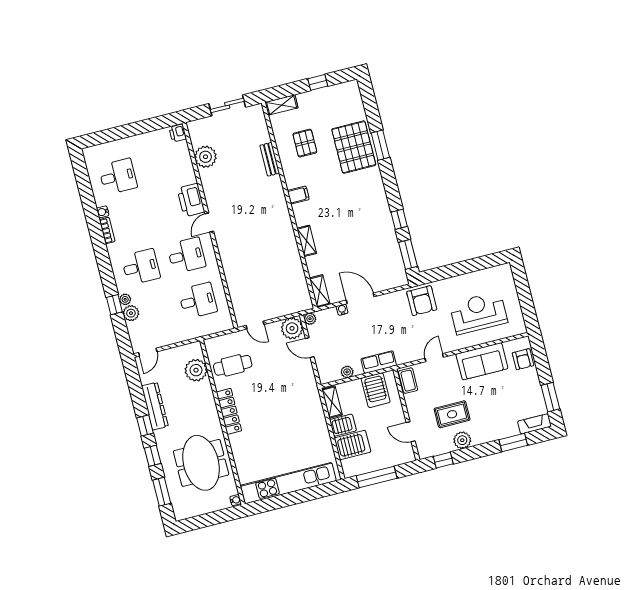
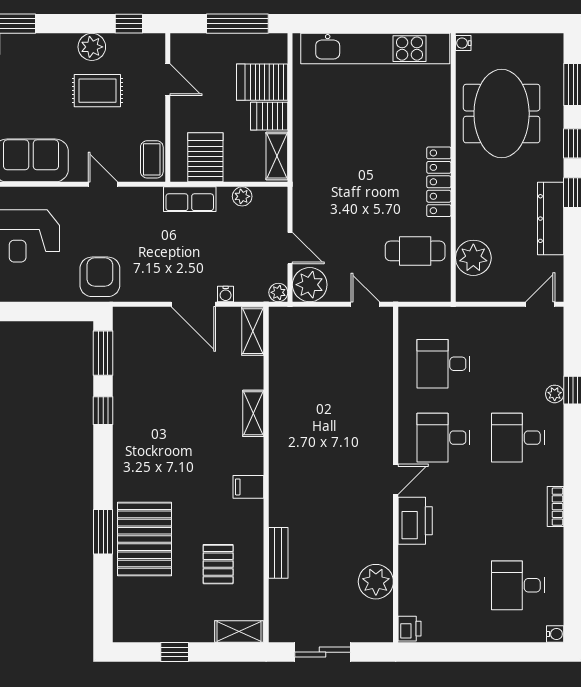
water cooler: (103, 212) -> (555, 634), moved
plant: (131, 313) -> (551, 371), removed
door: (434, 358) -> (103, 184), swing flipped

